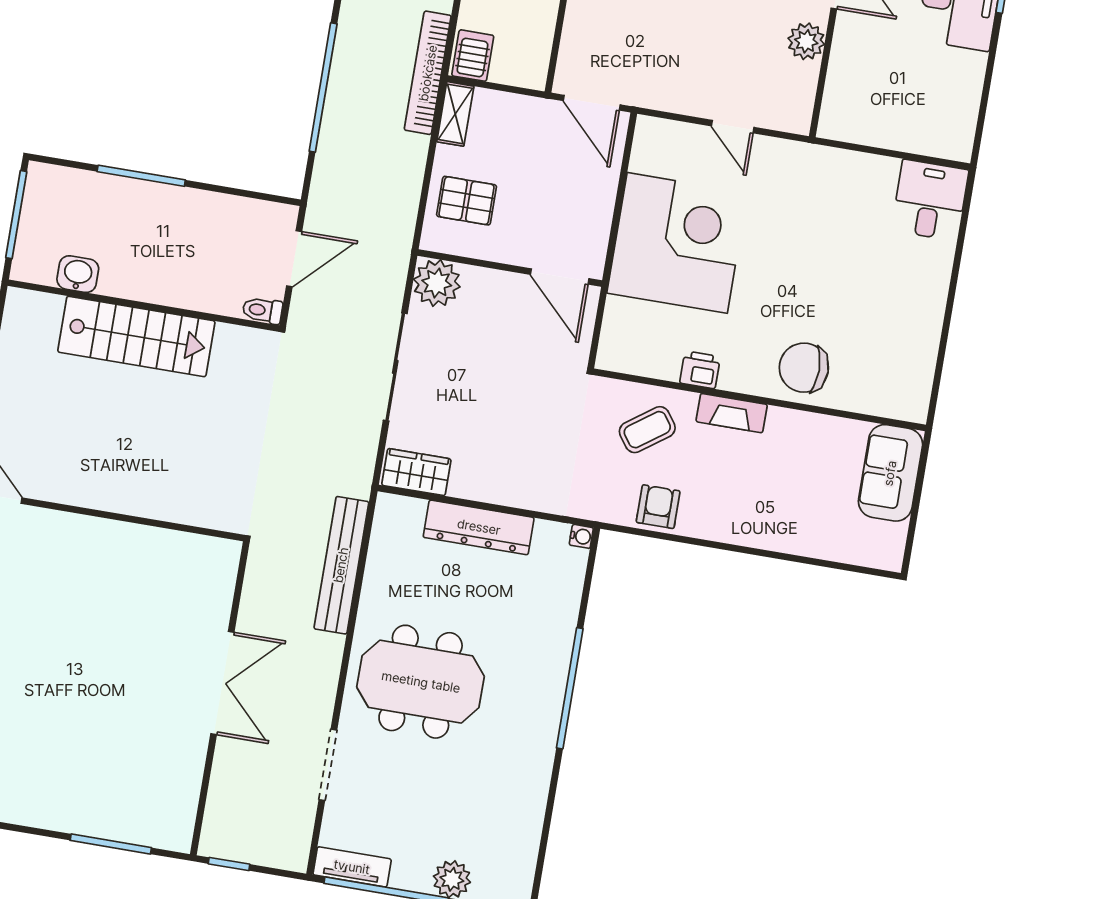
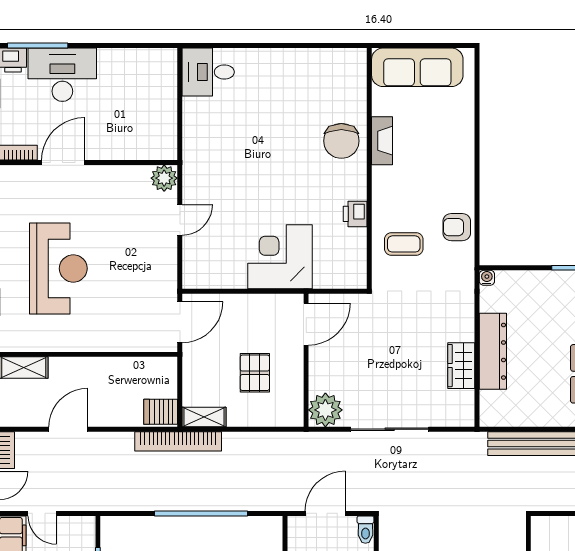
plant: (806, 41) -> (164, 178), moved
pallet: (467, 201) -> (255, 373), moved
corner desk: (677, 243) -> (280, 257), width x0.74, depth x0.74
door: (294, 259) -> (325, 513), hinge flipped
fireplace: (732, 413) -> (382, 141), moved
coffee table: (647, 430) -> (404, 244), turned -54
wardrobe: (416, 472) -> (461, 366), moved
sofa: (890, 473) -> (417, 67), width x1.36

